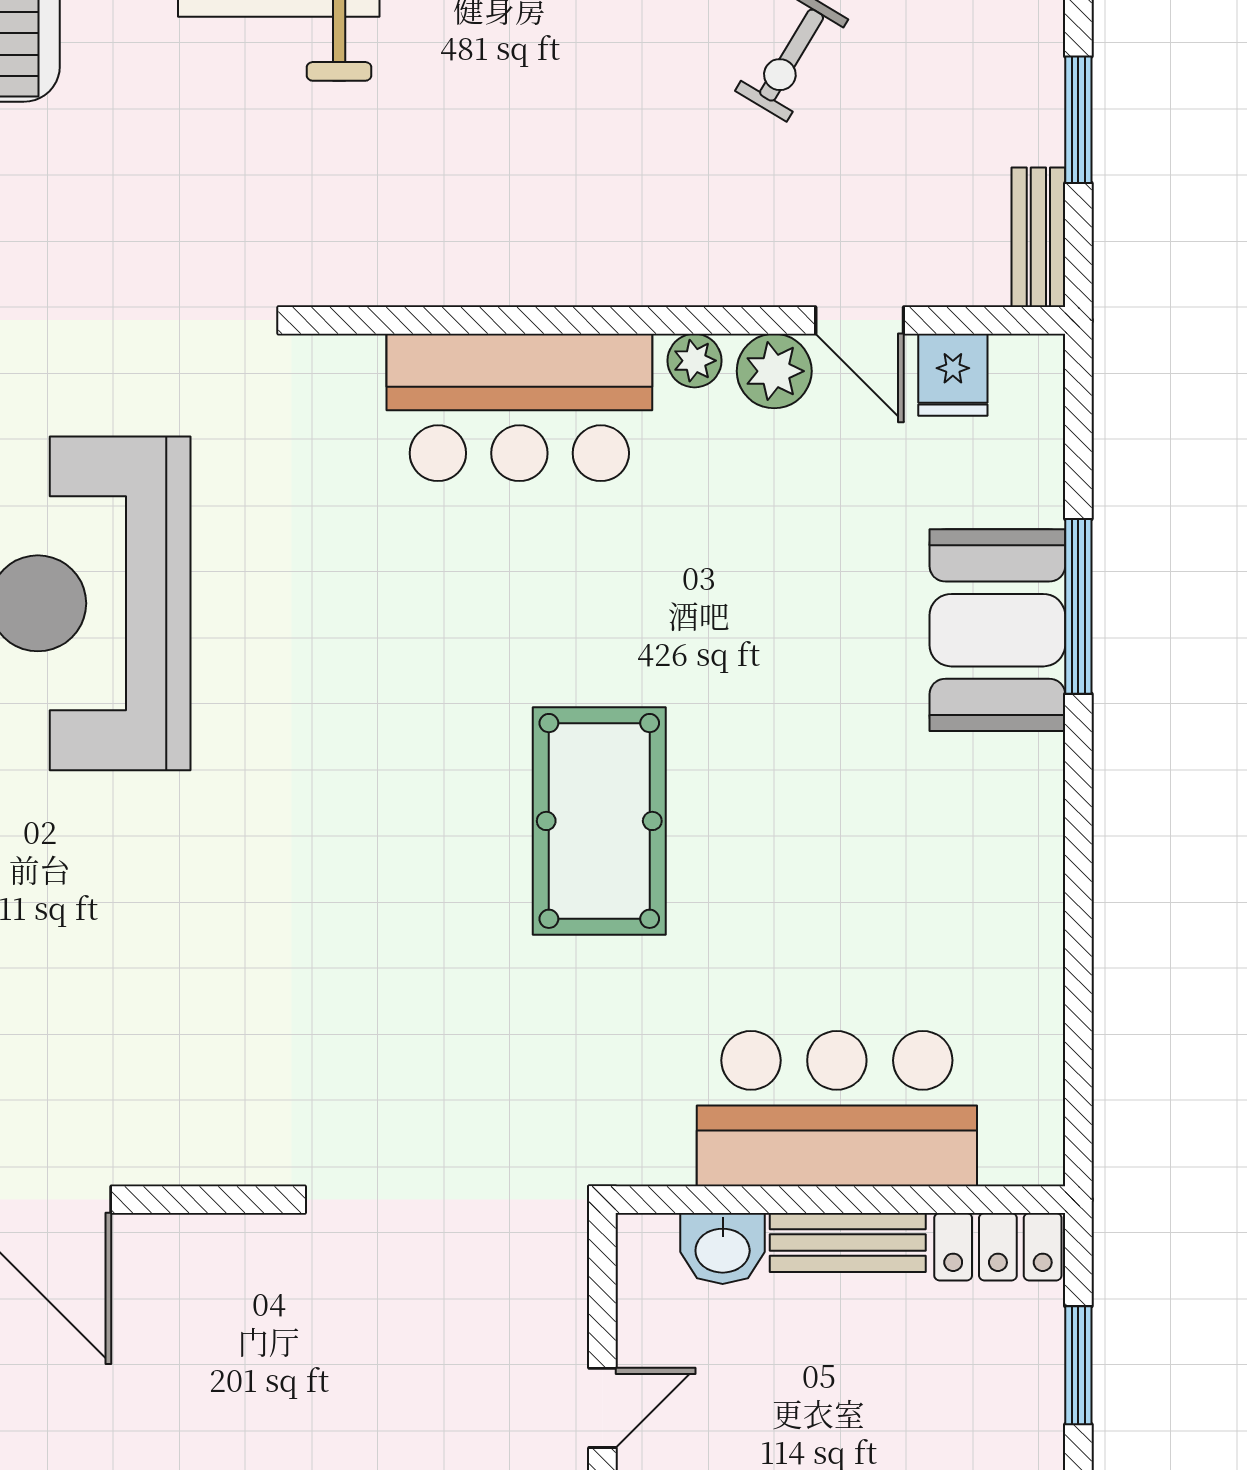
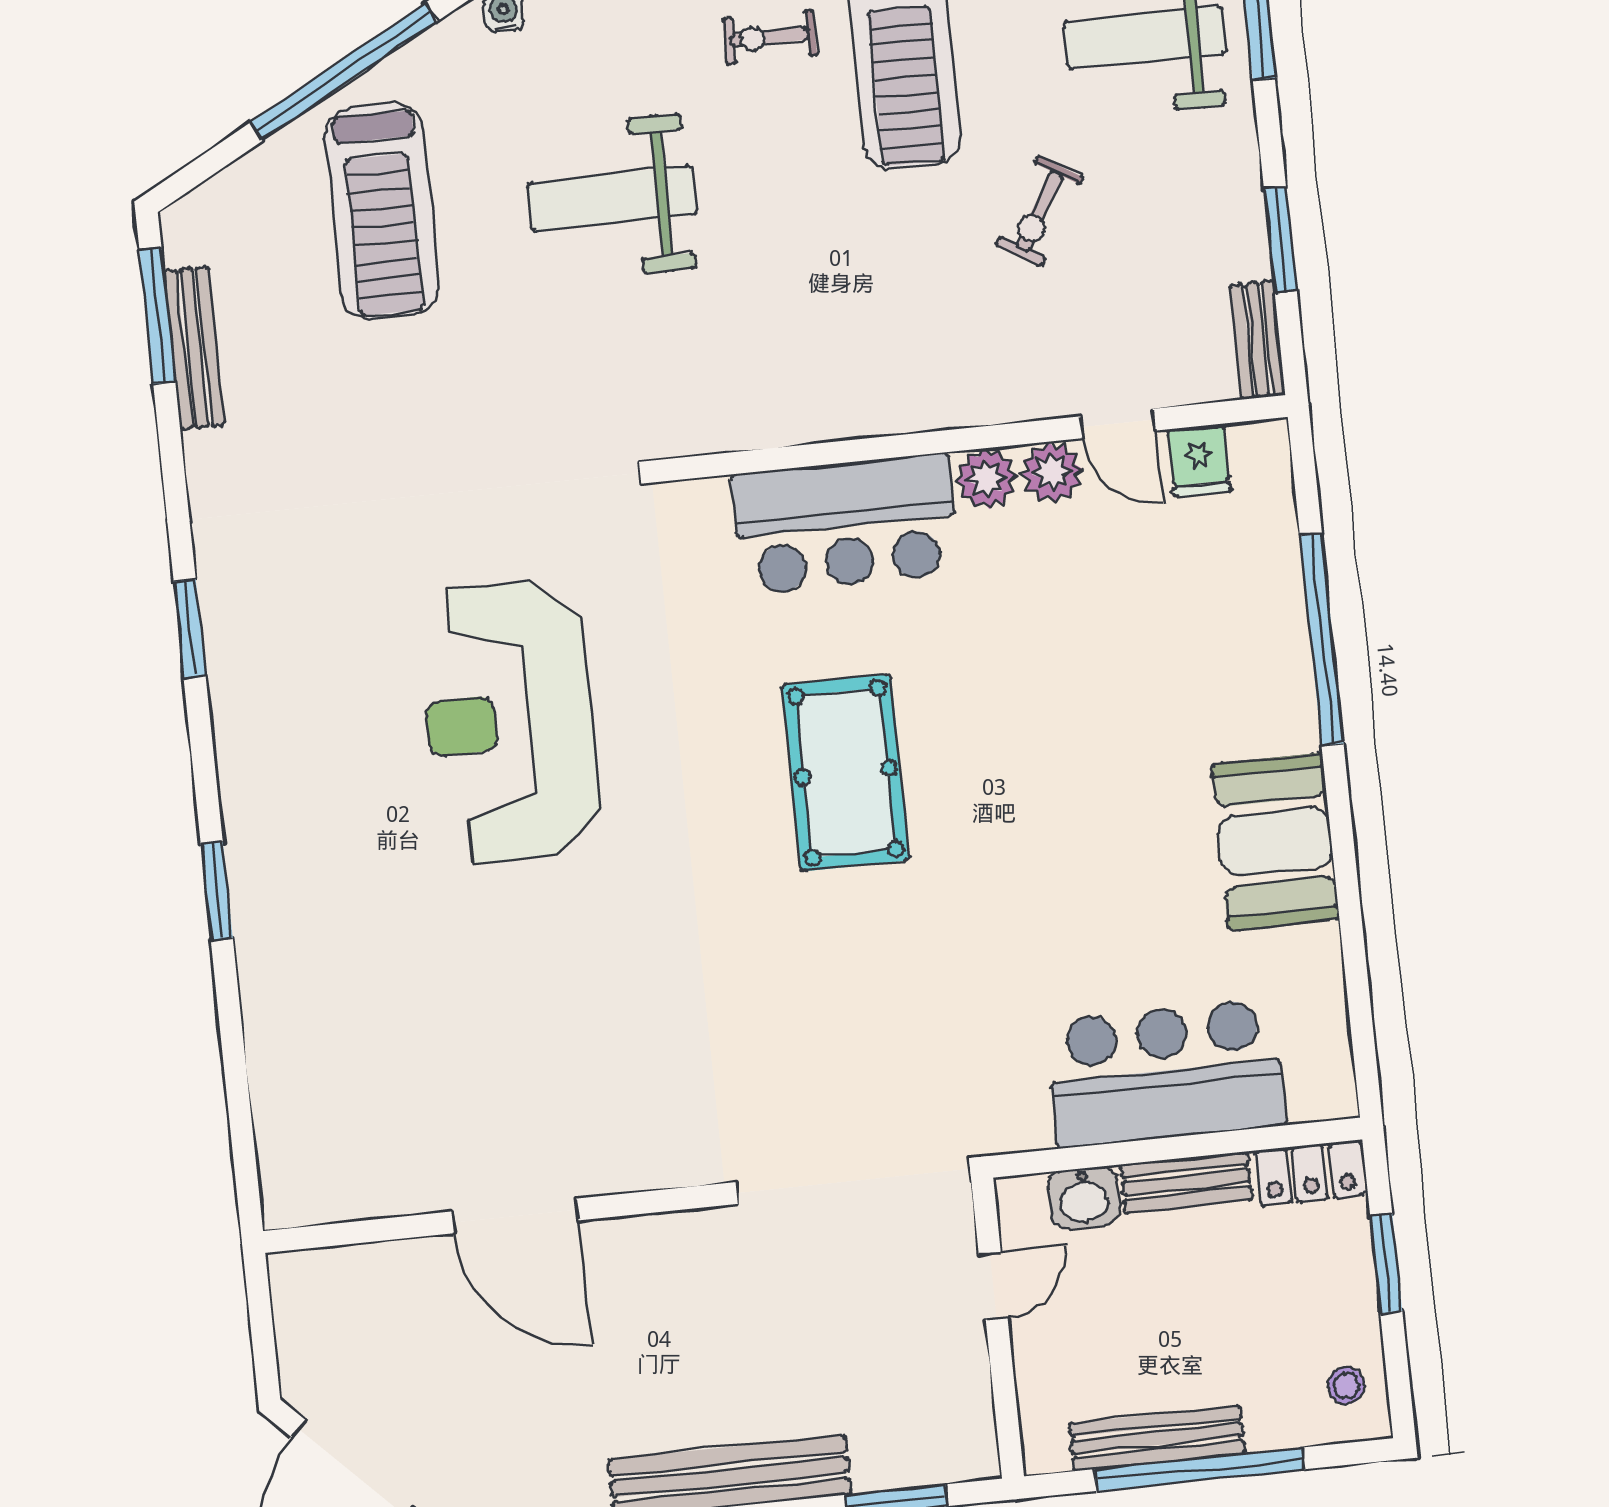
plant: (695, 361) -> (986, 479), width x1.38, depth x1.38
window: (1078, 606) -> (1322, 640), width x1.46
booth: (997, 630) -> (1275, 841), moved
pool table: (599, 821) -> (846, 773), moved
door: (602, 1408) -> (993, 1286), moved

